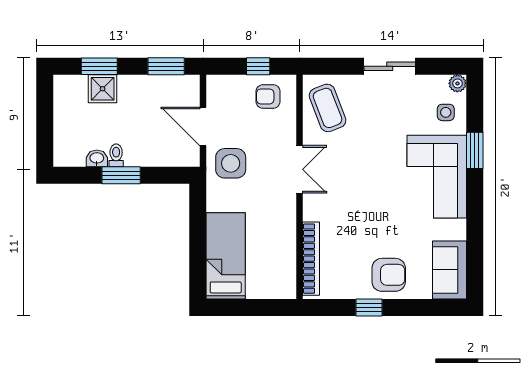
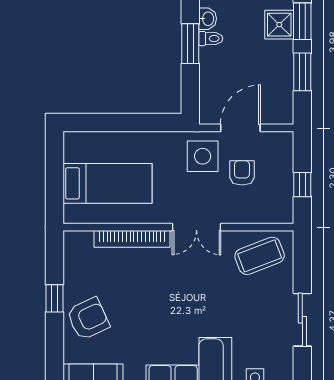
window: (166, 66) -> (302, 72), moved
armchair: (268, 96) -> (242, 173), moved
bed: (226, 256) -> (108, 183), moved
bookcase: (311, 259) -> (132, 239), moved
armchair: (389, 275) -> (88, 319), turned -115

